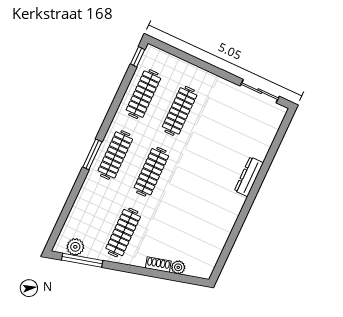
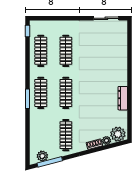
dresser: (249, 177) -> (123, 98), moved
plant: (199, 266) -> (118, 134), added

